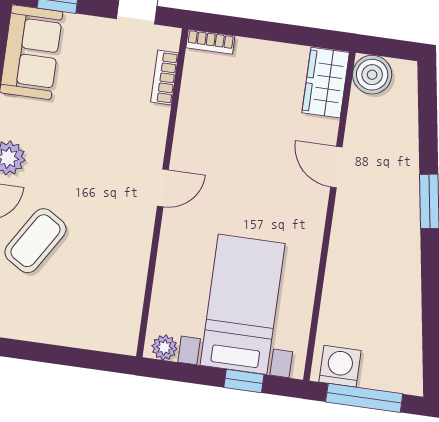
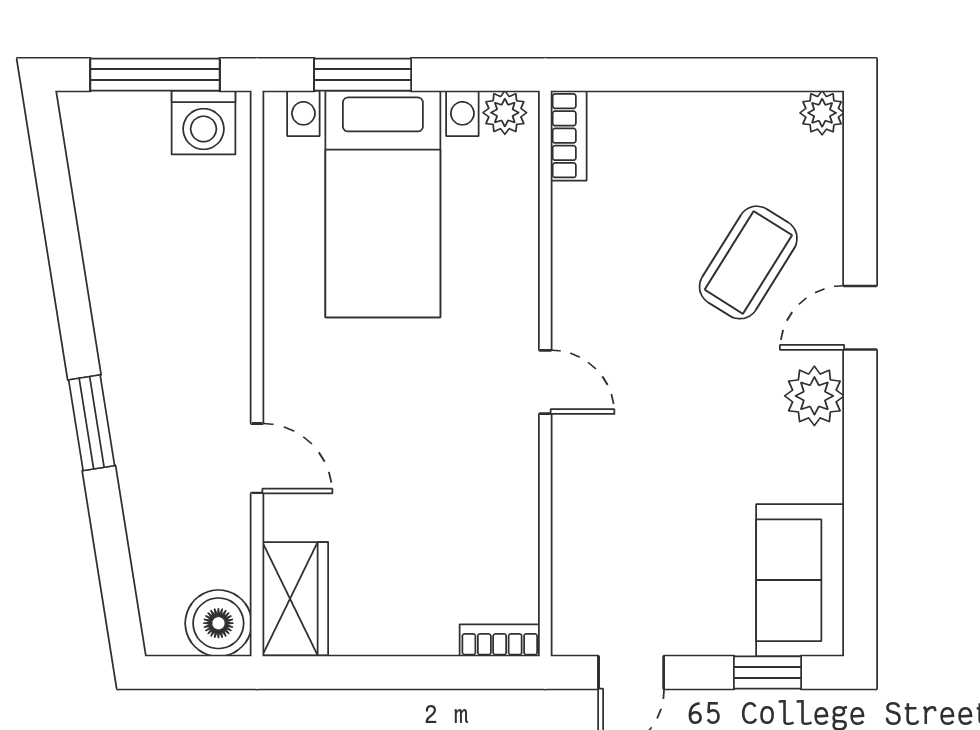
bookcase: (165, 78) -> (569, 136), moved
door: (163, 188) -> (545, 382), swing flipped
window: (244, 381) -> (363, 75), width x1.50

